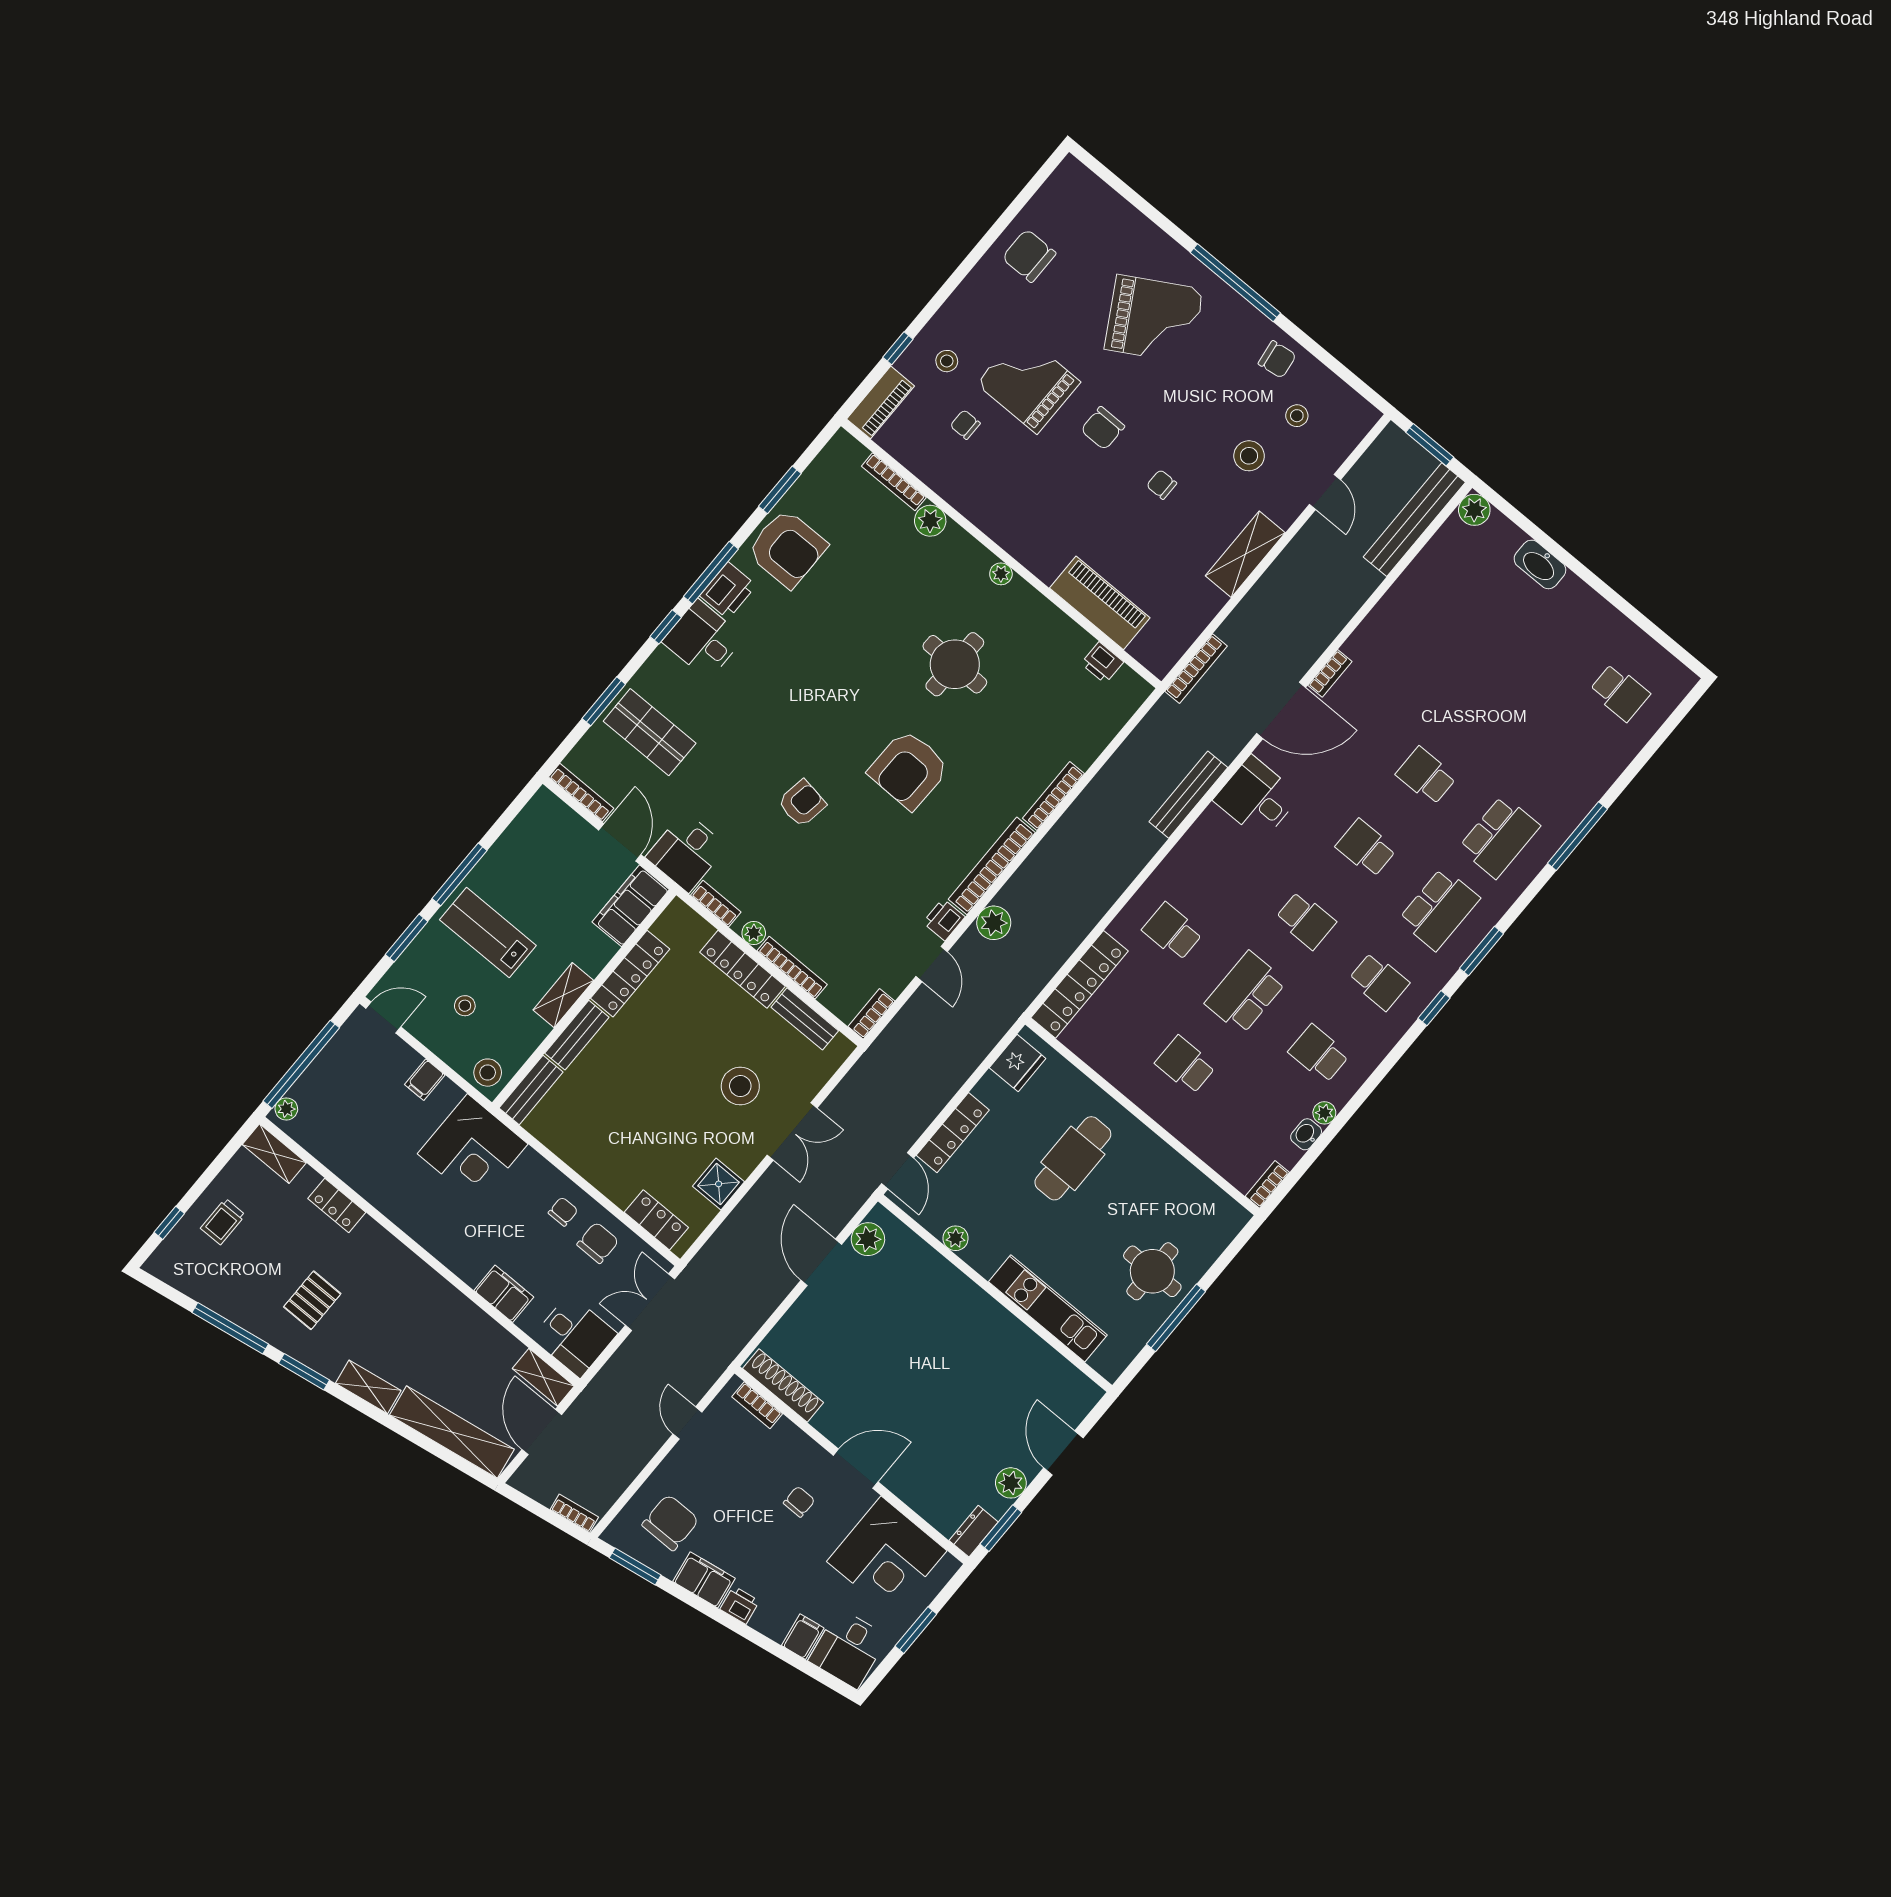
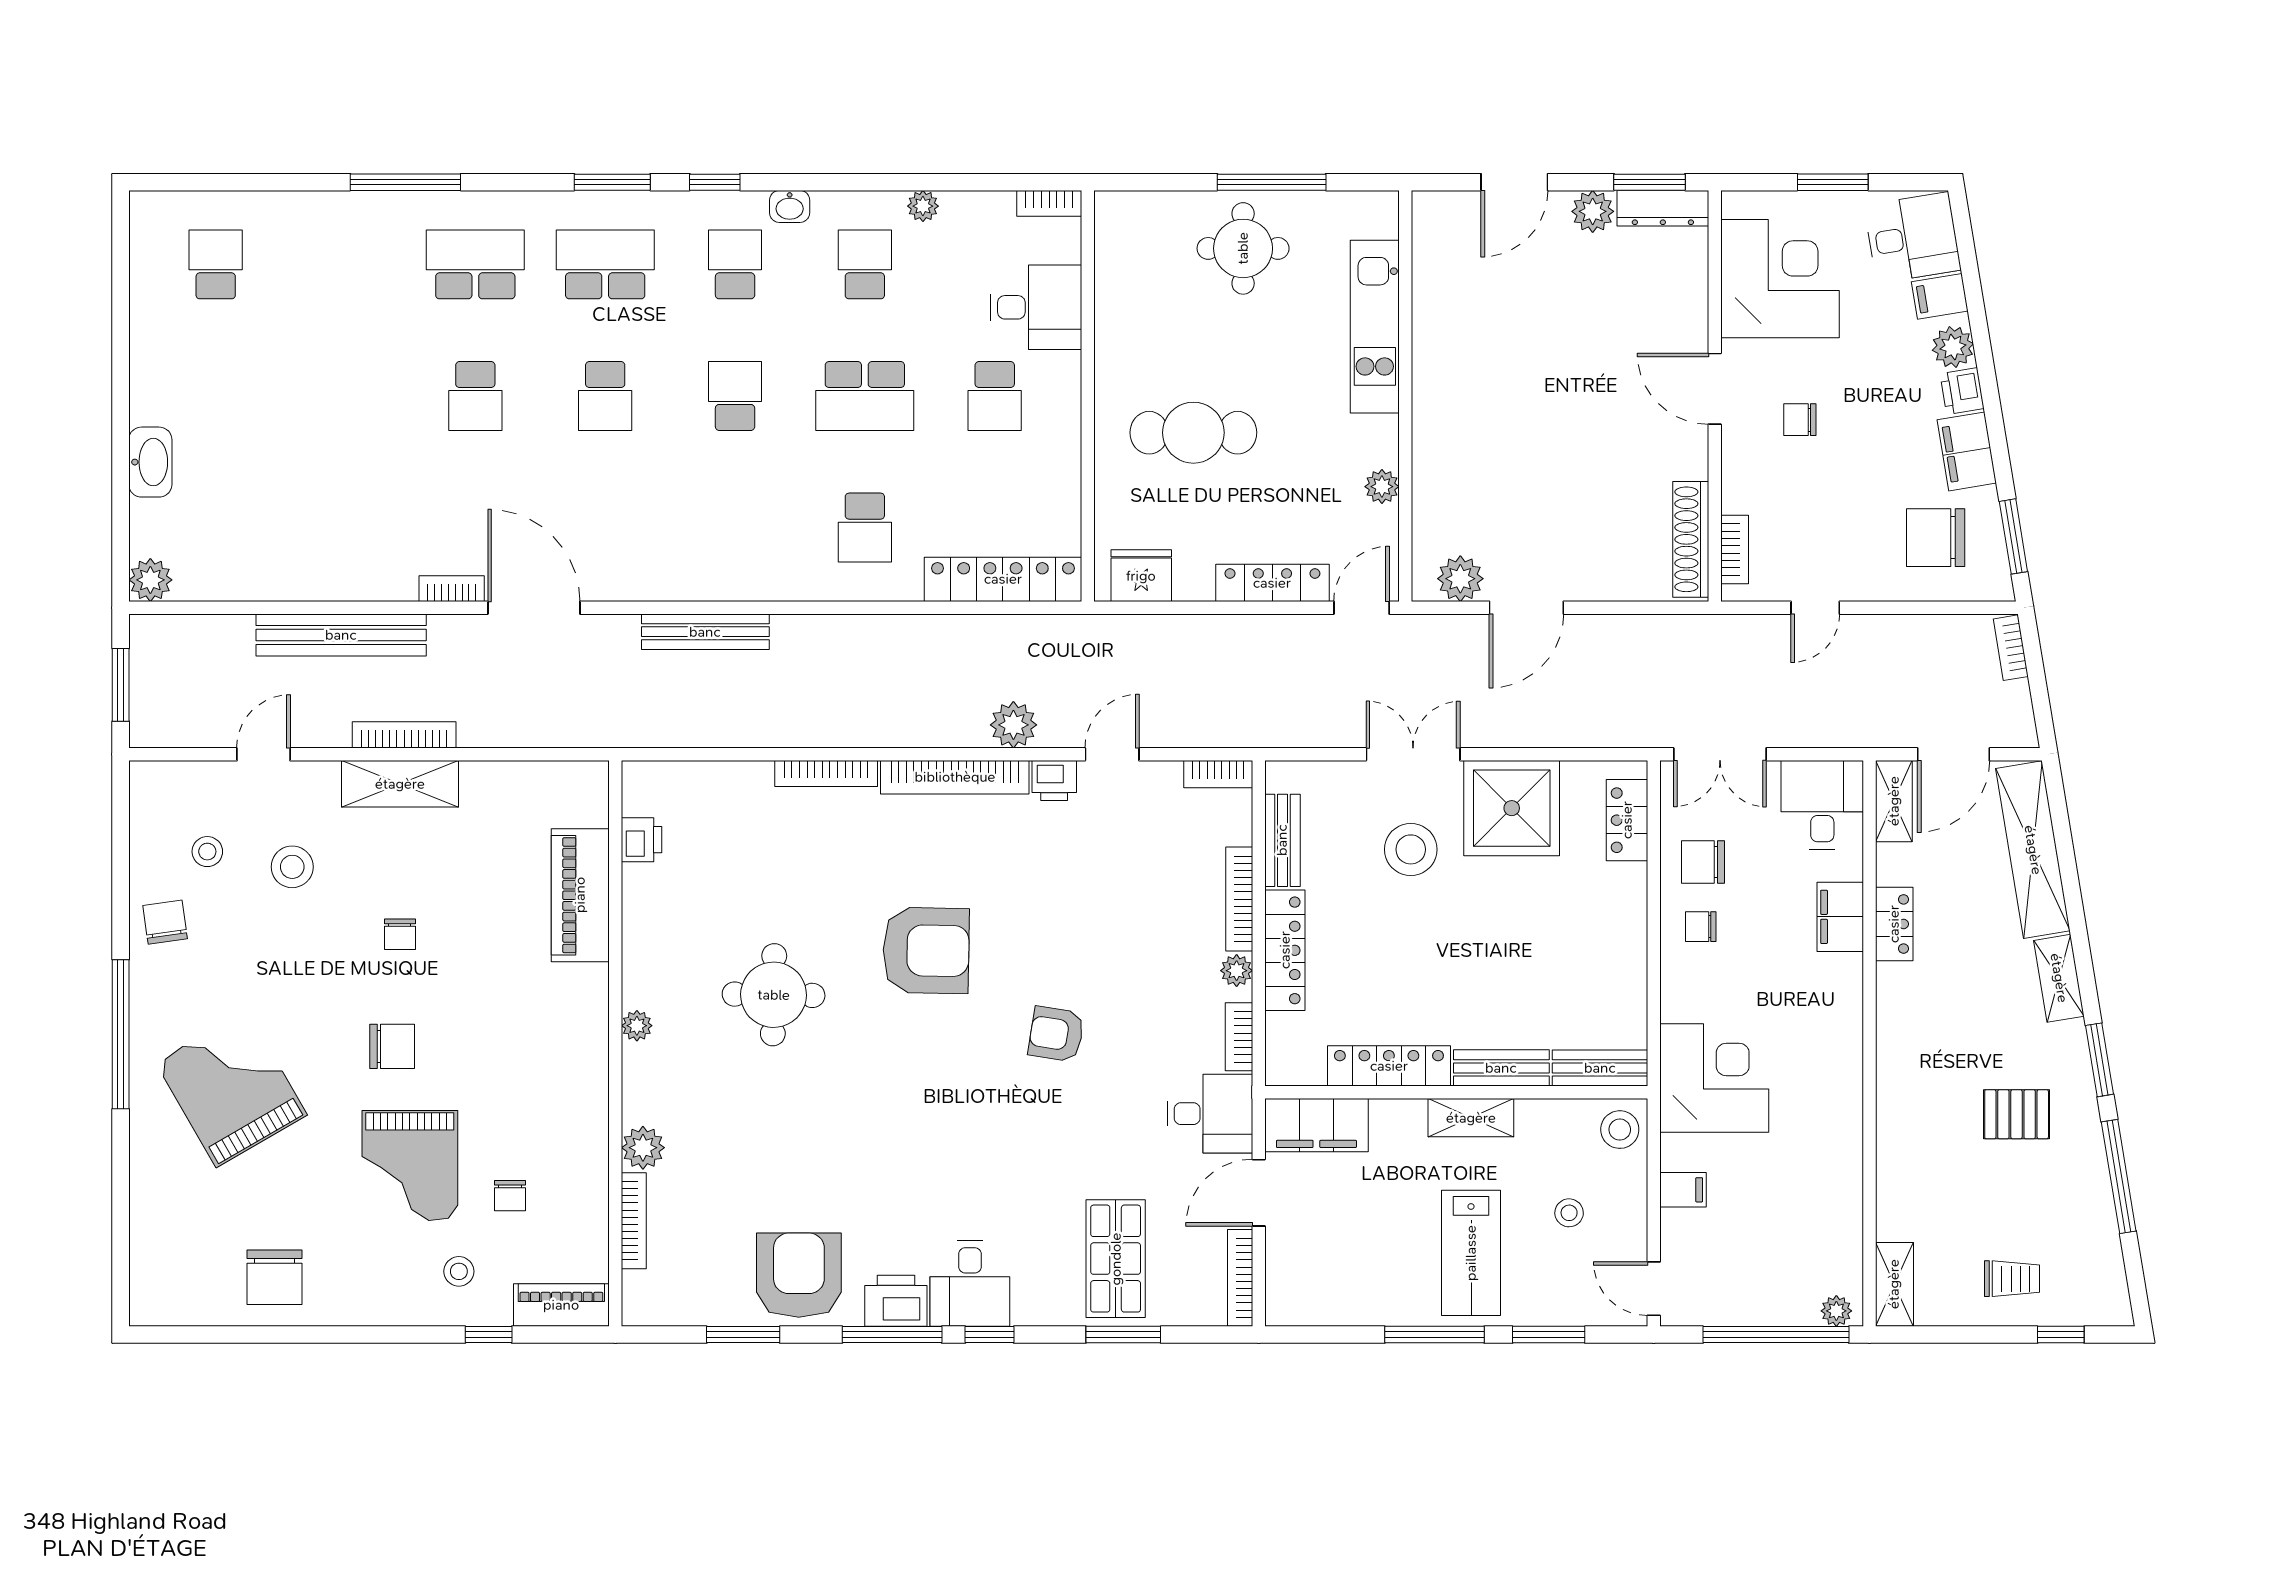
bench: (1414, 520) -> (341, 635), moved
bookcase: (1196, 669) -> (404, 735), moved
desk: (1257, 798) -> (1036, 307), moved, turned -90
school desk: (1319, 1054) -> (865, 264), turned 180
washbasin: (1306, 1134) -> (790, 206), moved
shower: (719, 1184) -> (1512, 808), width x1.86, depth x1.86
locker: (337, 1205) -> (1894, 924), moved
dresser: (974, 1531) -> (1663, 208), width x1.44
plant: (769, 1620) -> (1953, 347), added

